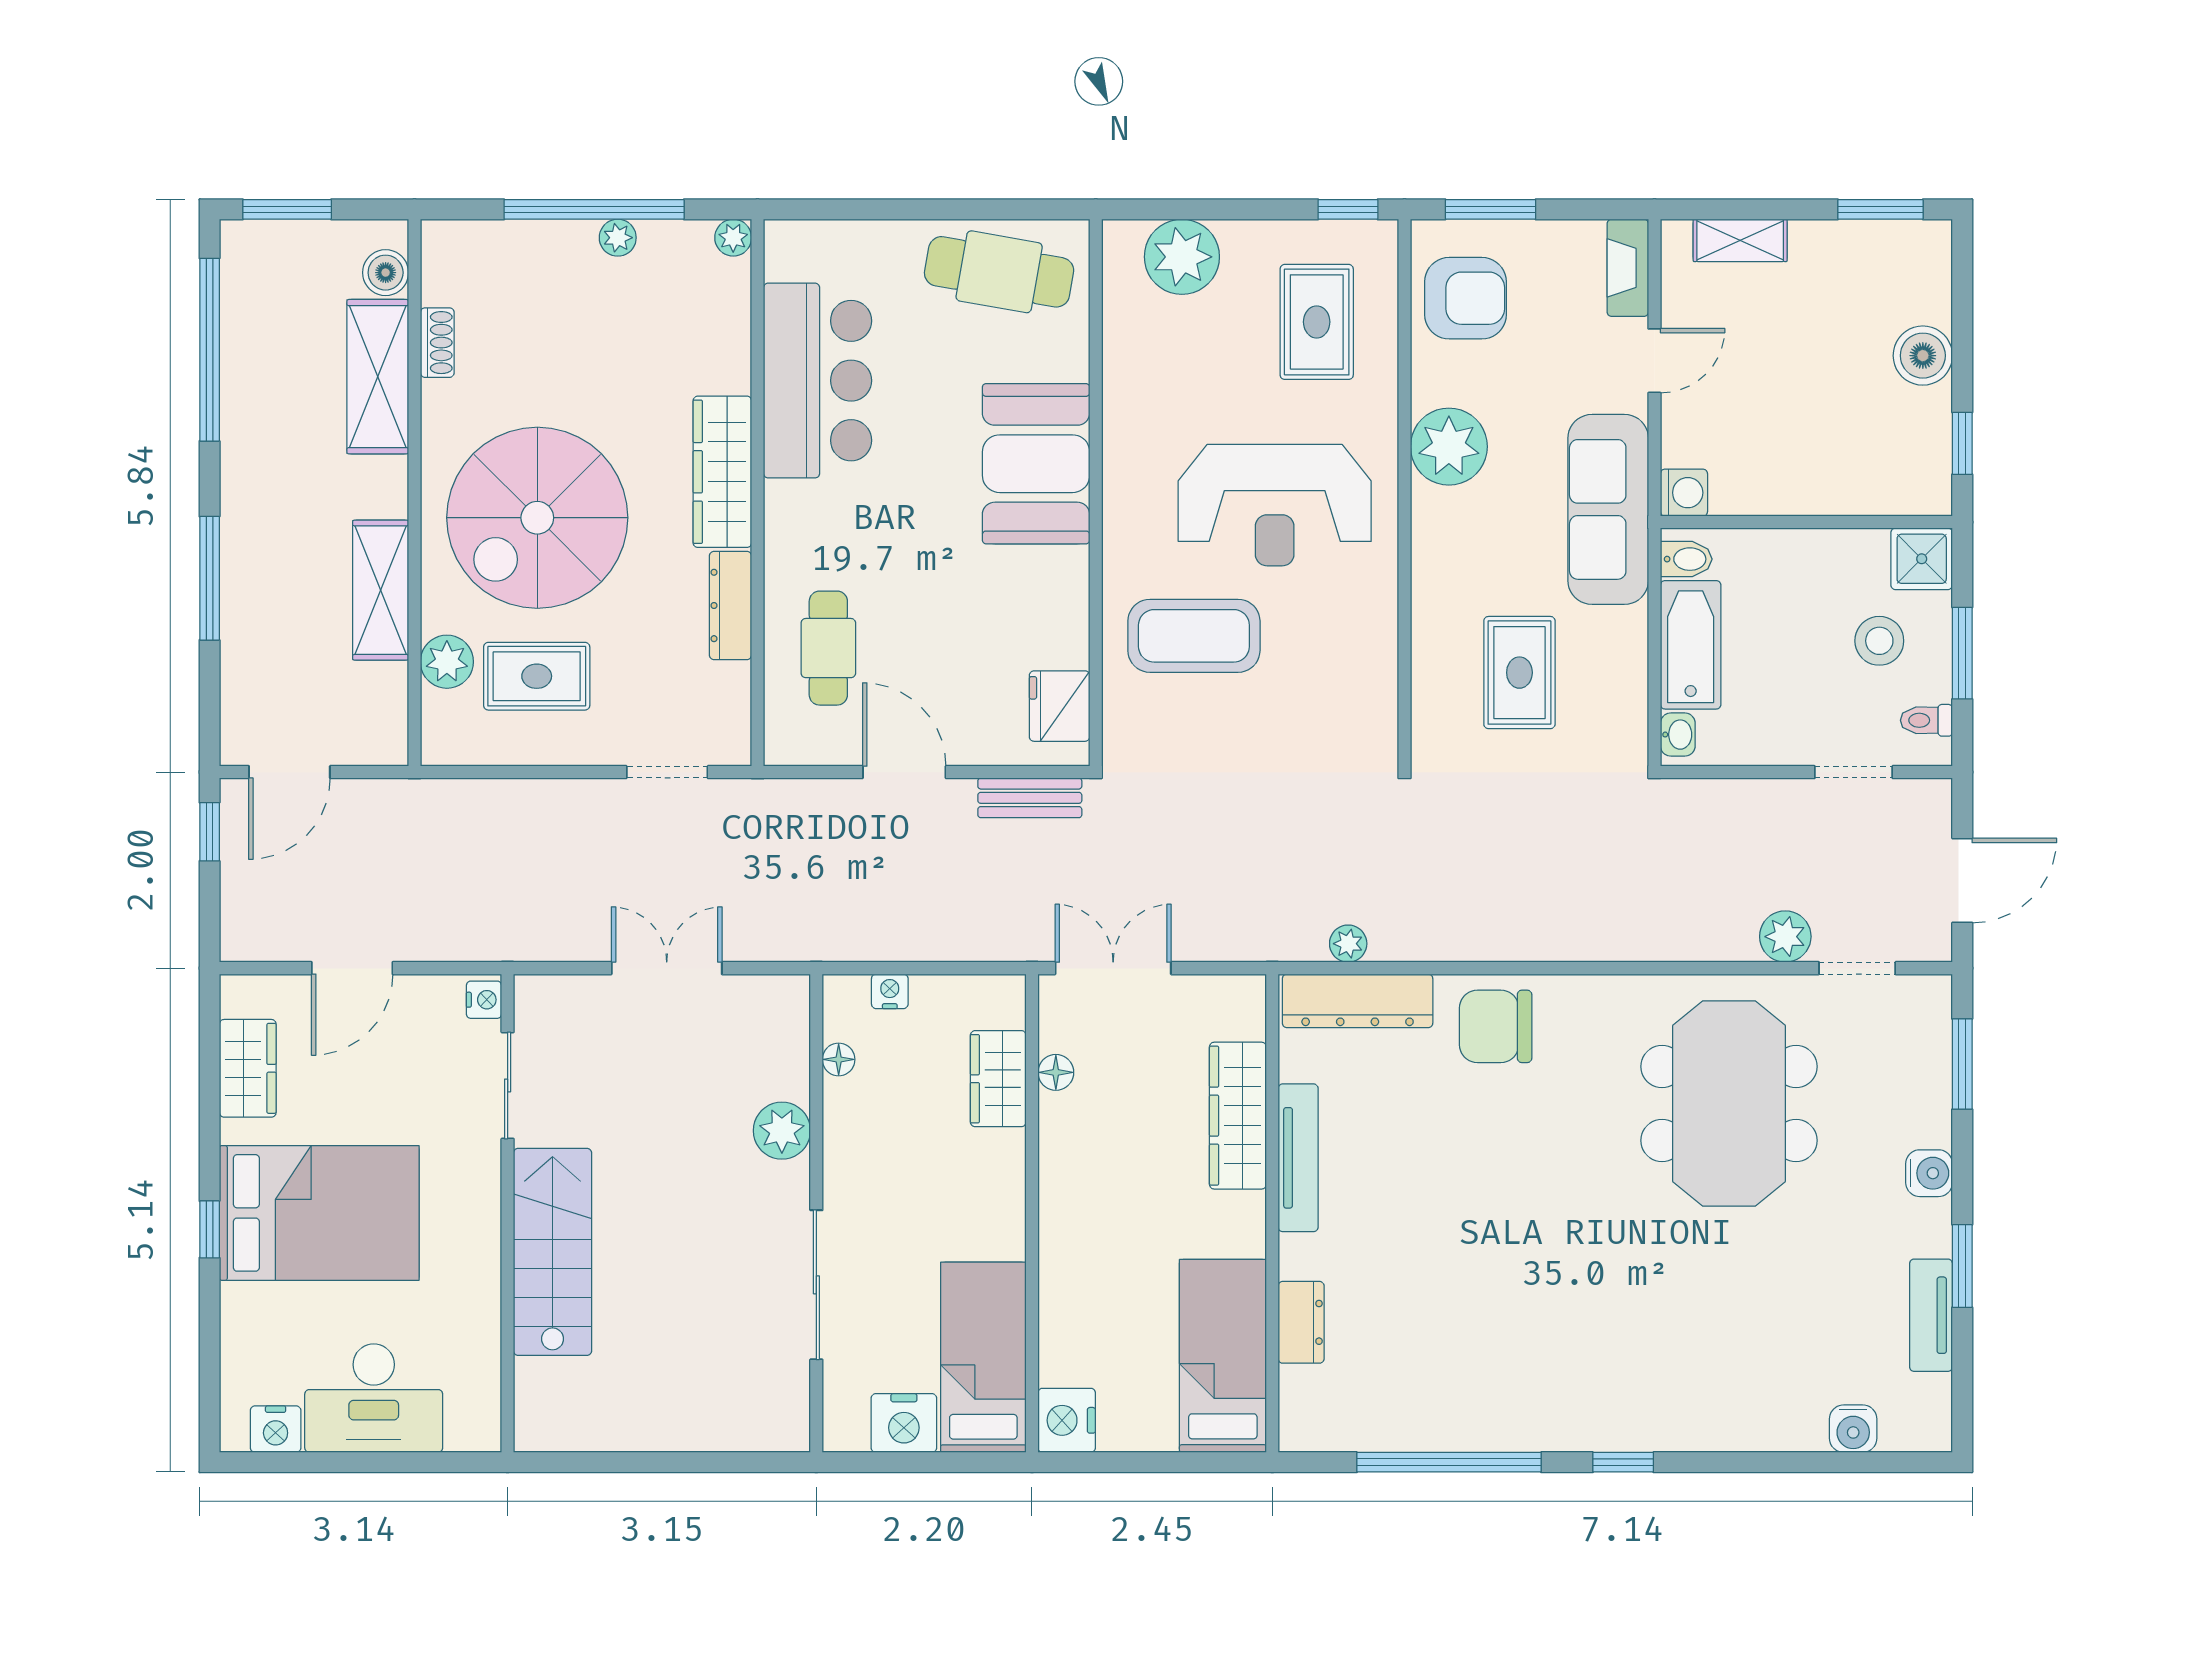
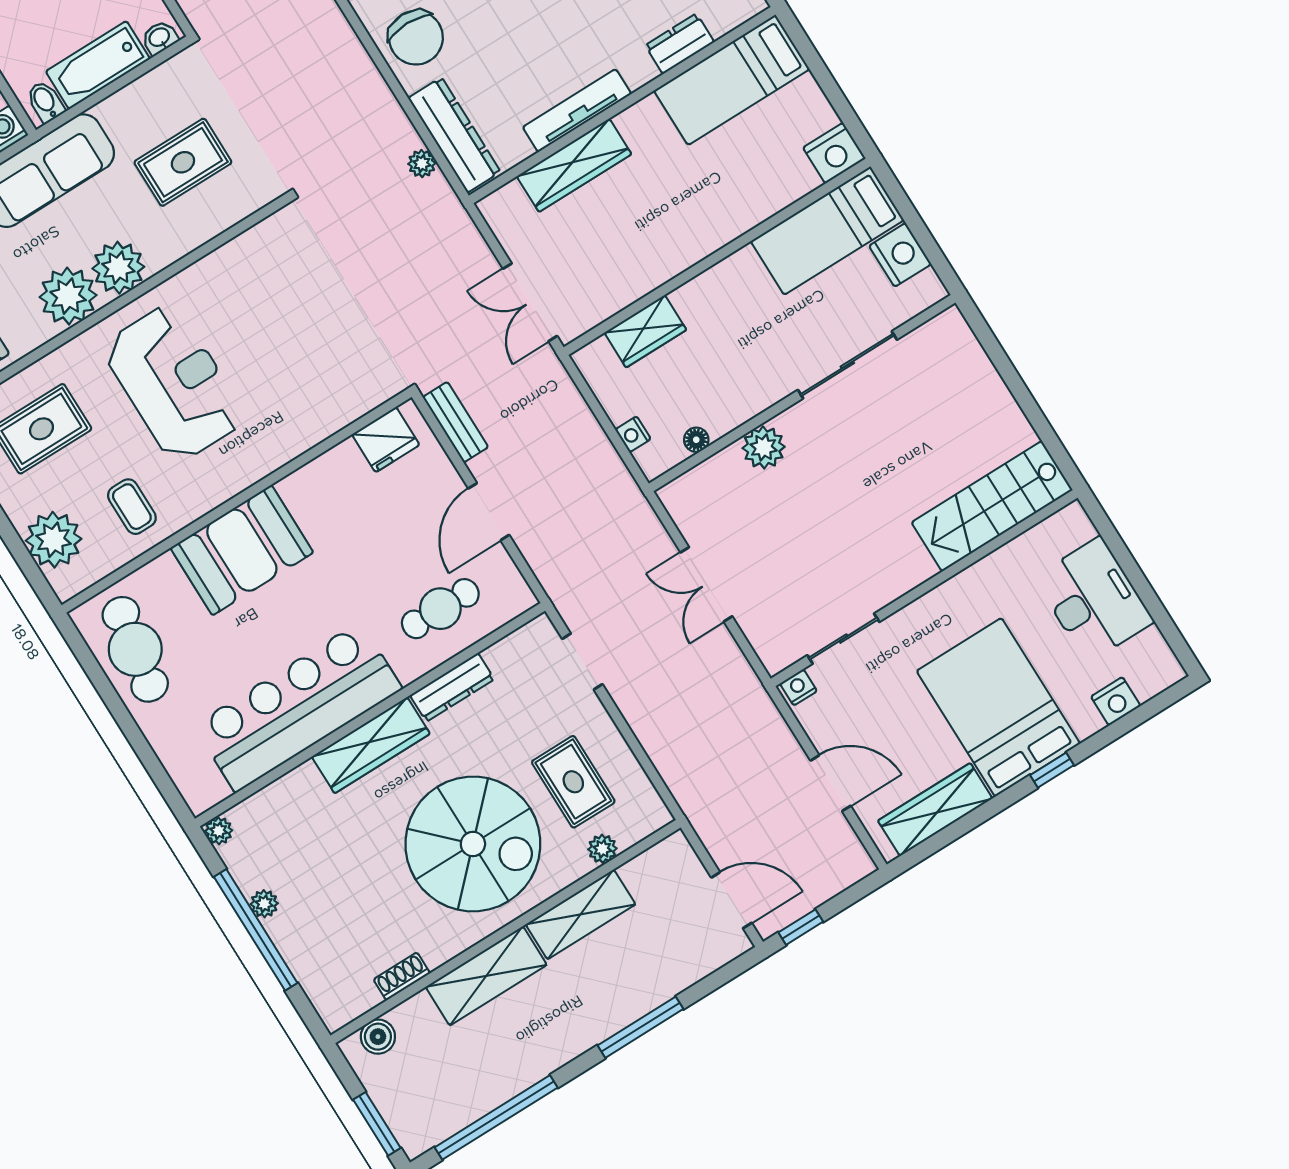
shelving: (378, 377) -> (486, 976), moved
bar counter: (818, 381) -> (298, 707), width x1.36
plant: (1445, 524) -> (118, 268), added
coffee table: (1194, 636) -> (132, 507), moved, width x0.54, depth x0.58
plant: (447, 662) -> (602, 849), width x0.73, depth x0.73
wardrobe: (248, 1068) -> (935, 810), width x1.50
floor lamp: (1056, 1072) -> (619, 297), removed
stairs: (553, 1252) -> (992, 506), moved
nightstand: (276, 1429) -> (1116, 701), moved, turned 90

